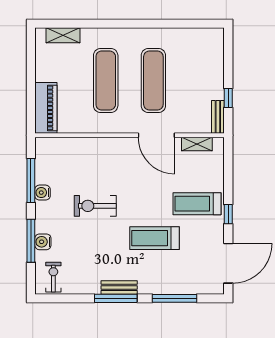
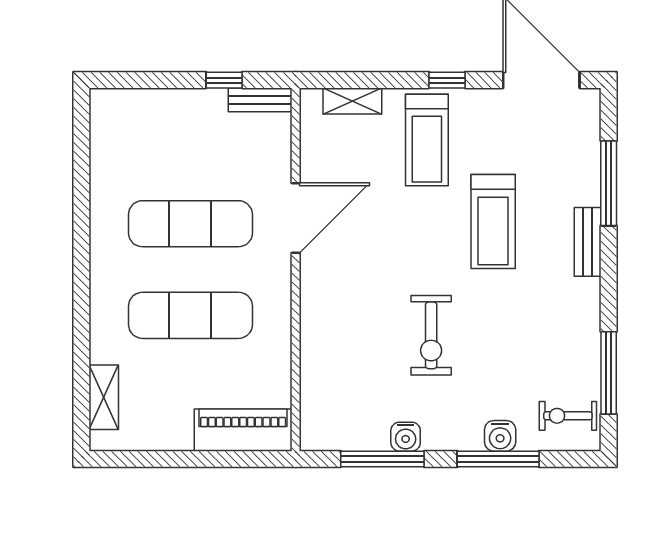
shelving: (197, 144) -> (352, 101), moved, turned 90
bench: (119, 287) -> (588, 242), moved
window: (116, 298) -> (609, 373), moved

